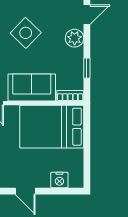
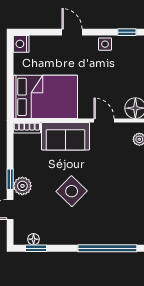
window: (87, 68) -> (10, 179), moved
nightstand: (59, 180) -> (21, 44), moved, turned -90

